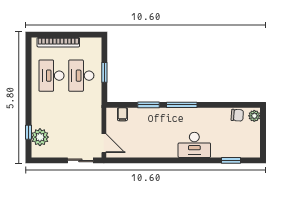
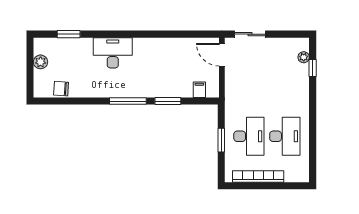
bookcase: (58, 42) -> (258, 176), moved
plant: (254, 116) -> (41, 62), moved
plant: (40, 137) -> (304, 57), width x0.53, depth x0.53

